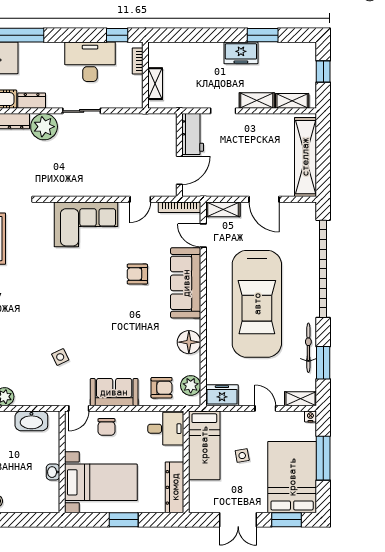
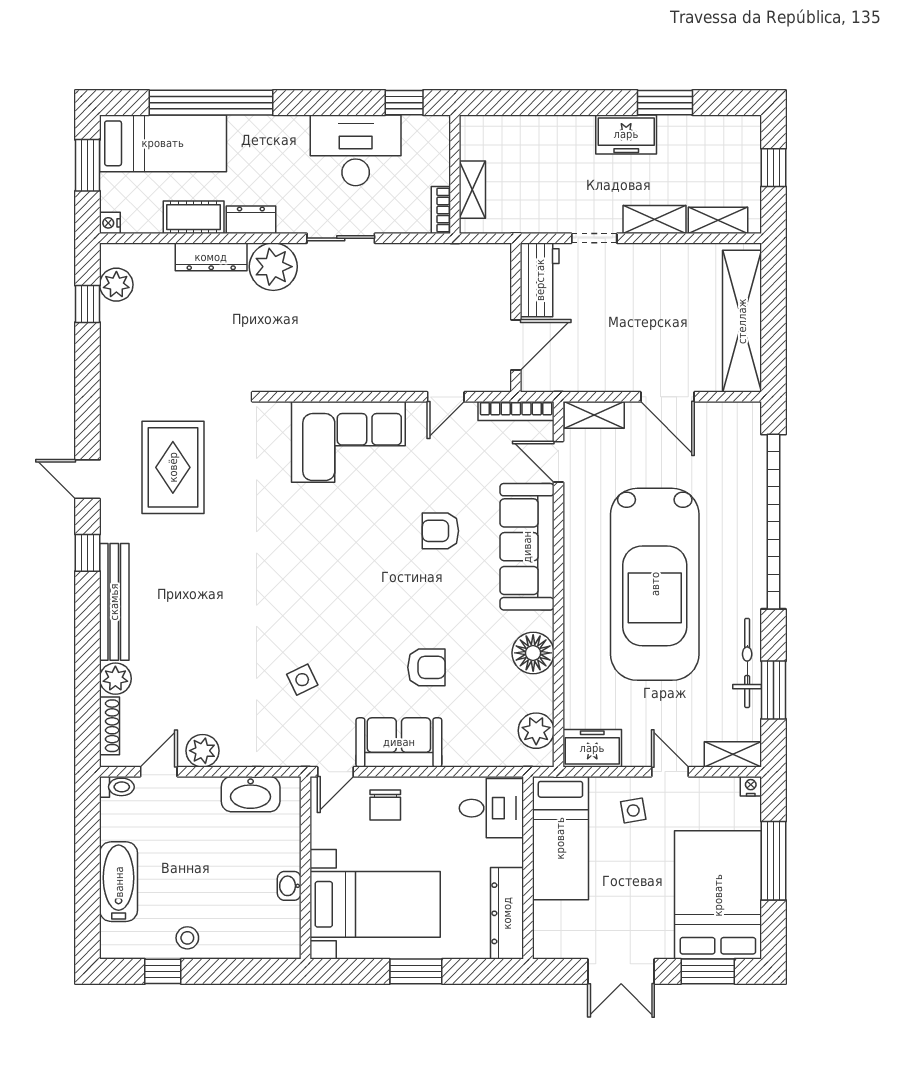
bookcase: (138, 61) -> (441, 210), moved
armchair: (162, 388) -> (426, 667), moved
side table: (242, 456) -> (633, 810), moved

